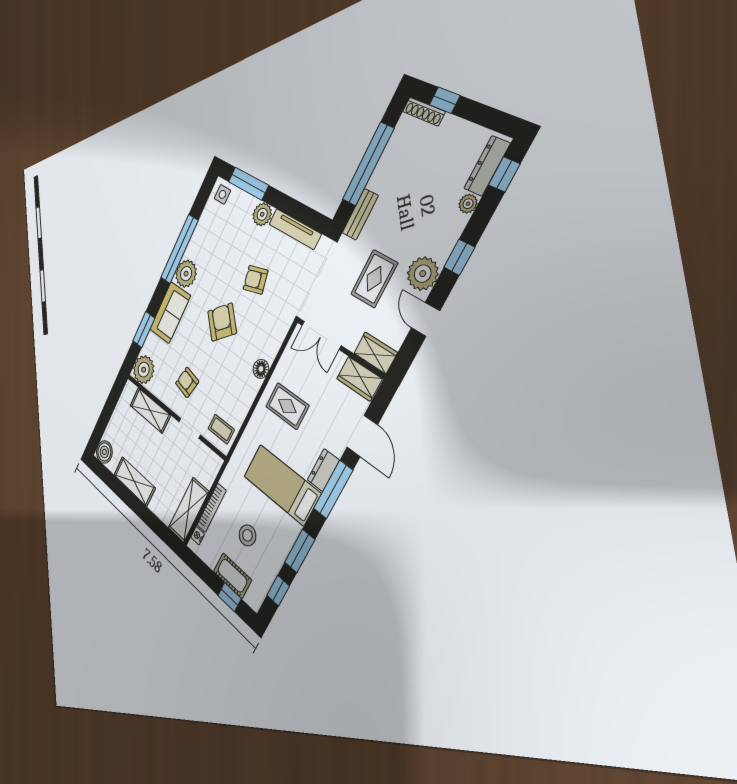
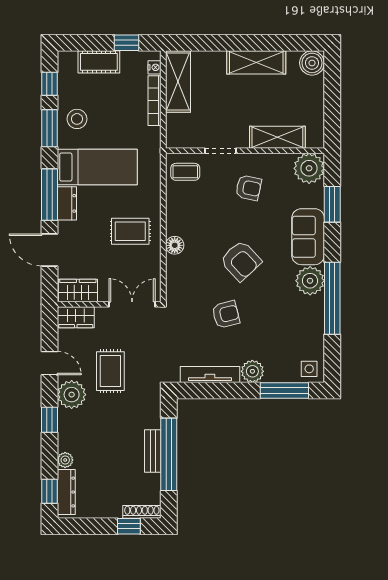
bench: (360, 214) -> (153, 451), moved
stool: (247, 535) -> (77, 119), moved
window: (229, 597) -> (127, 43), moved

